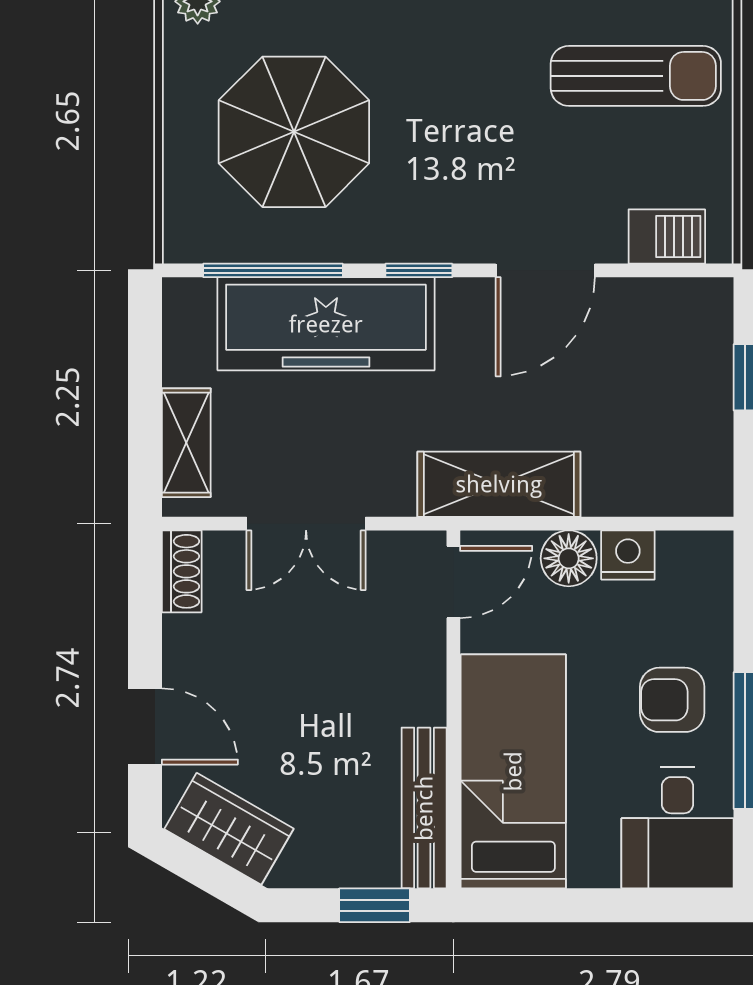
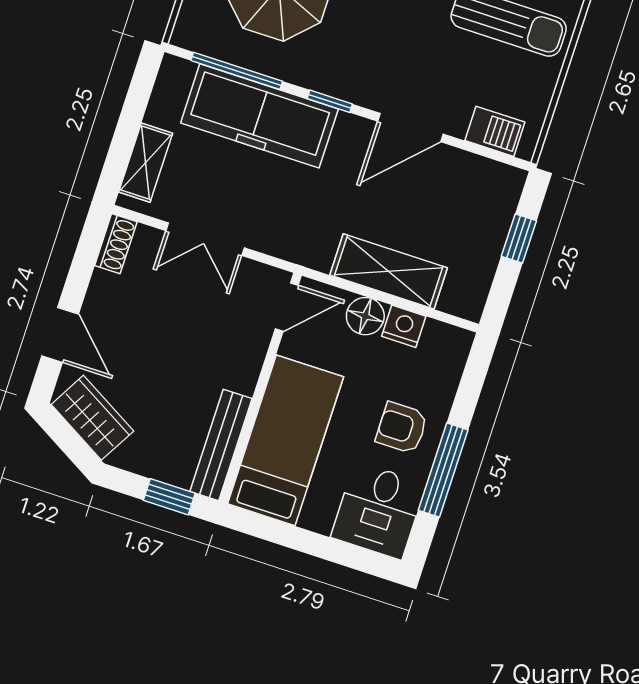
shelving: (499, 484) -> (389, 271), moved

